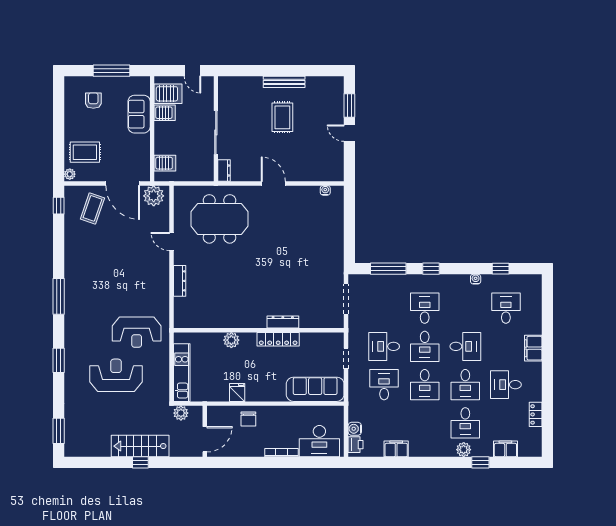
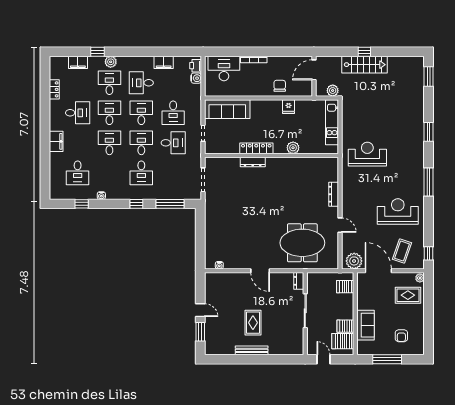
desk: (465, 346) -> (109, 143), turned 90
reception desk: (116, 375) -> (398, 211), moved, turned 180
desk: (425, 423) -> (141, 83), added

